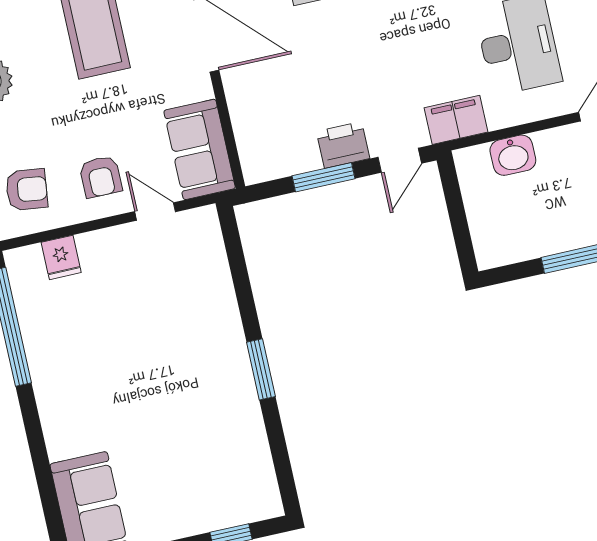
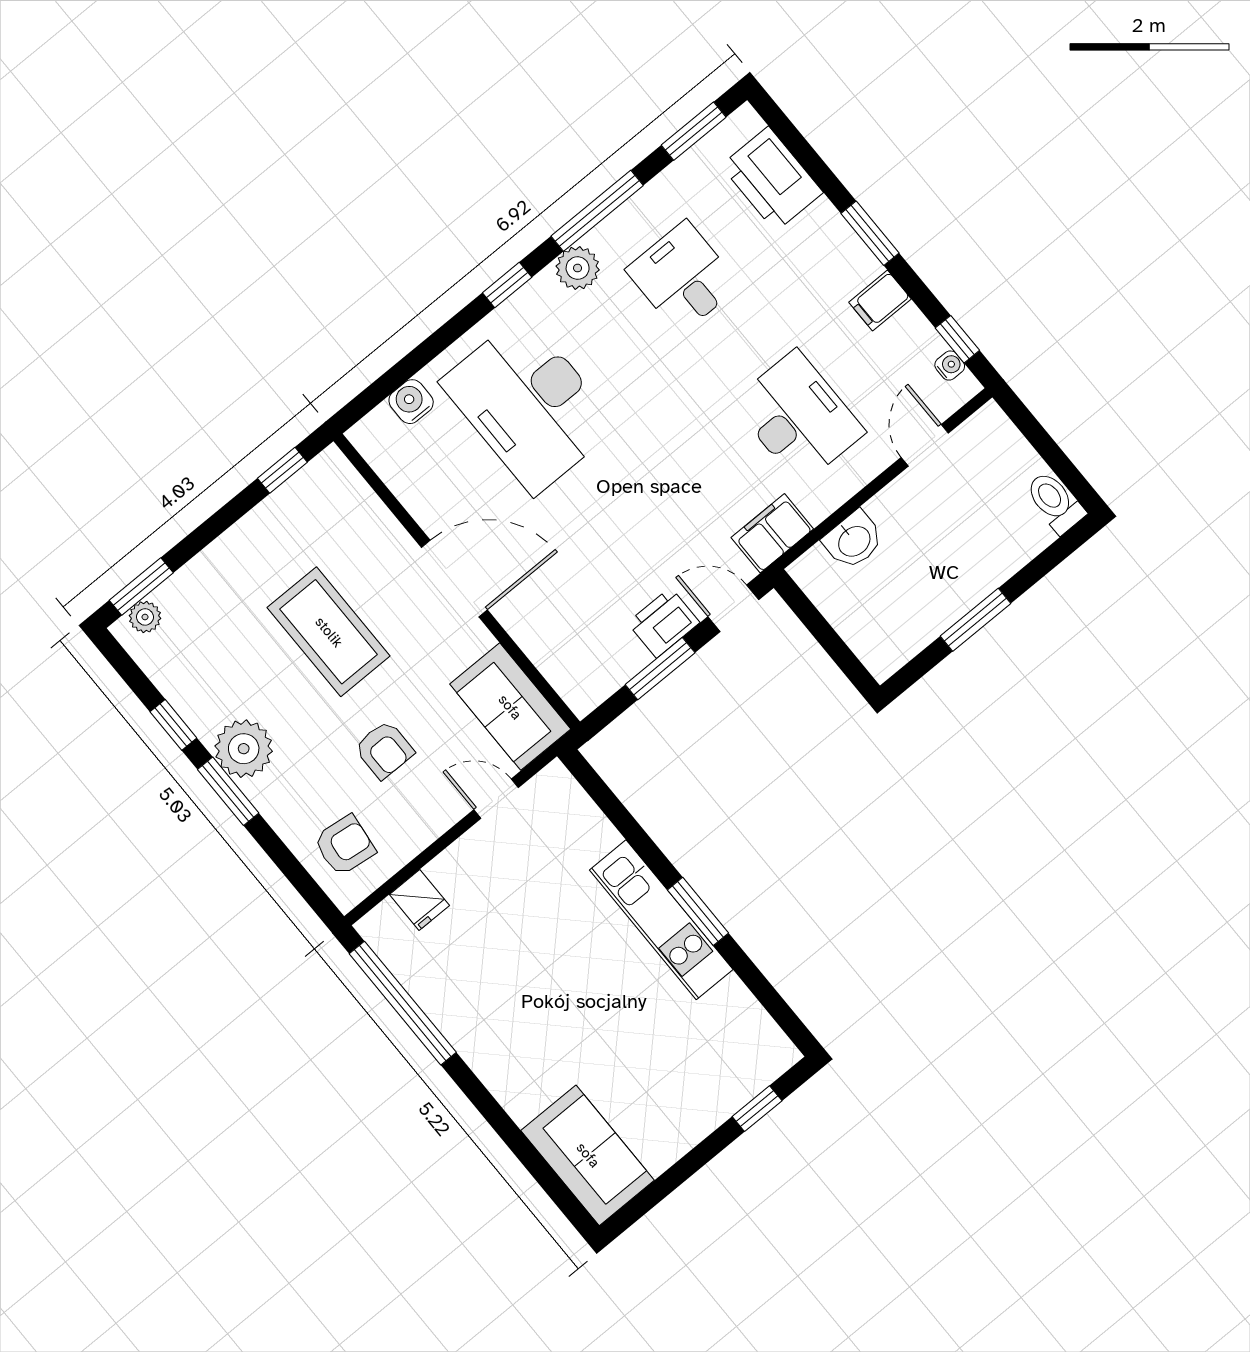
door: (400, 160) -> (733, 608), swing flipped
armchair: (101, 177) -> (384, 750), moved
kitchen unit: (231, 362) -> (661, 920), added

